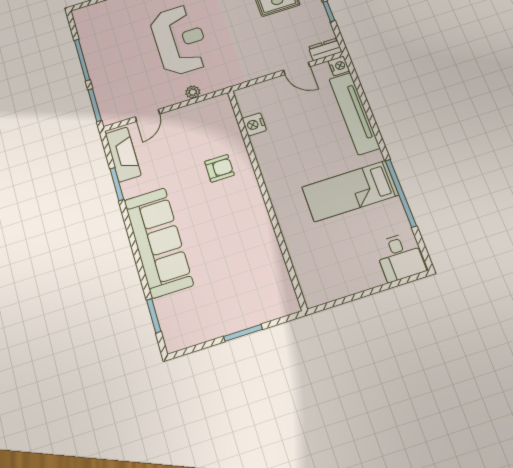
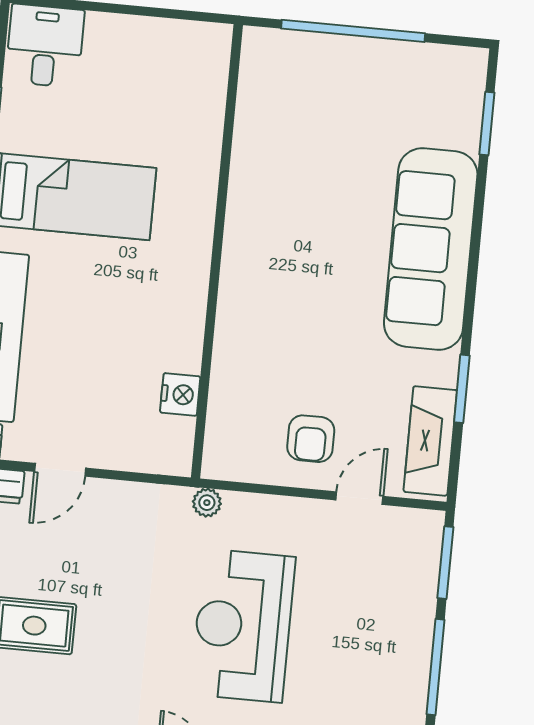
door: (297, 68) -> (60, 470), swing flipped
plant: (193, 92) -> (207, 503), moved
armchair: (219, 168) -> (311, 439), moved, turned -90
window: (243, 333) -> (353, 31), width x2.11

